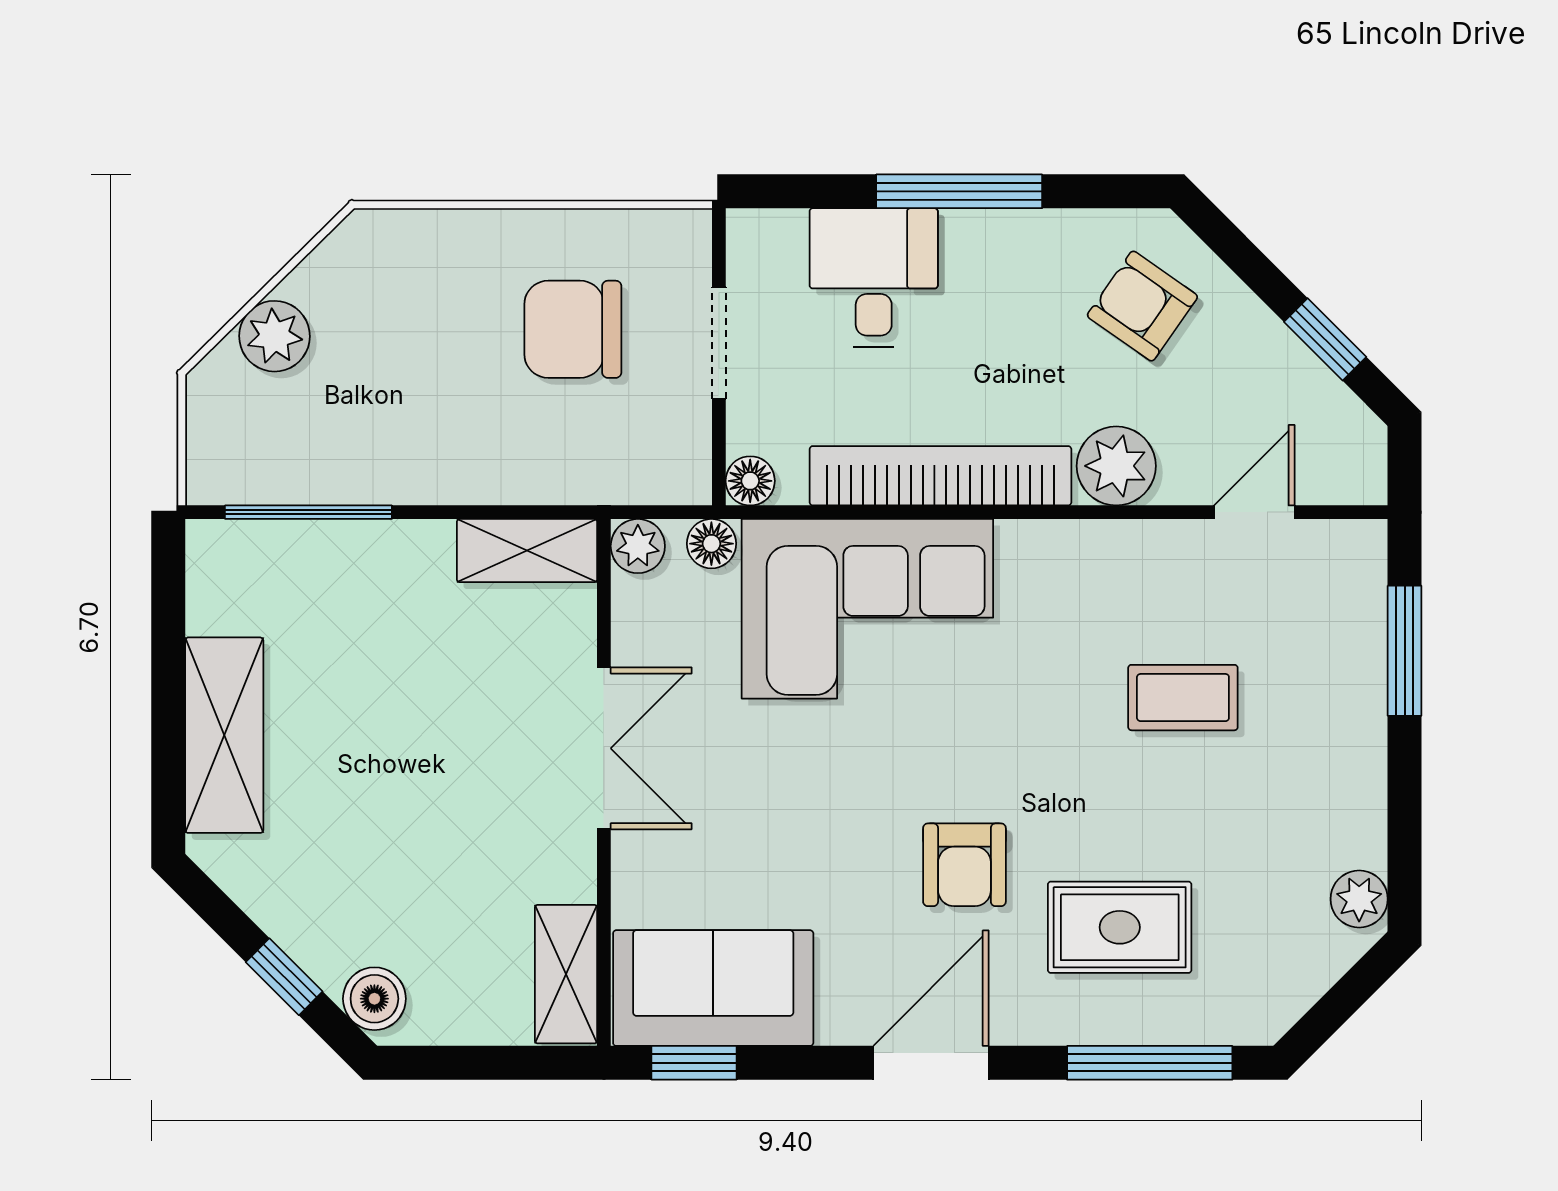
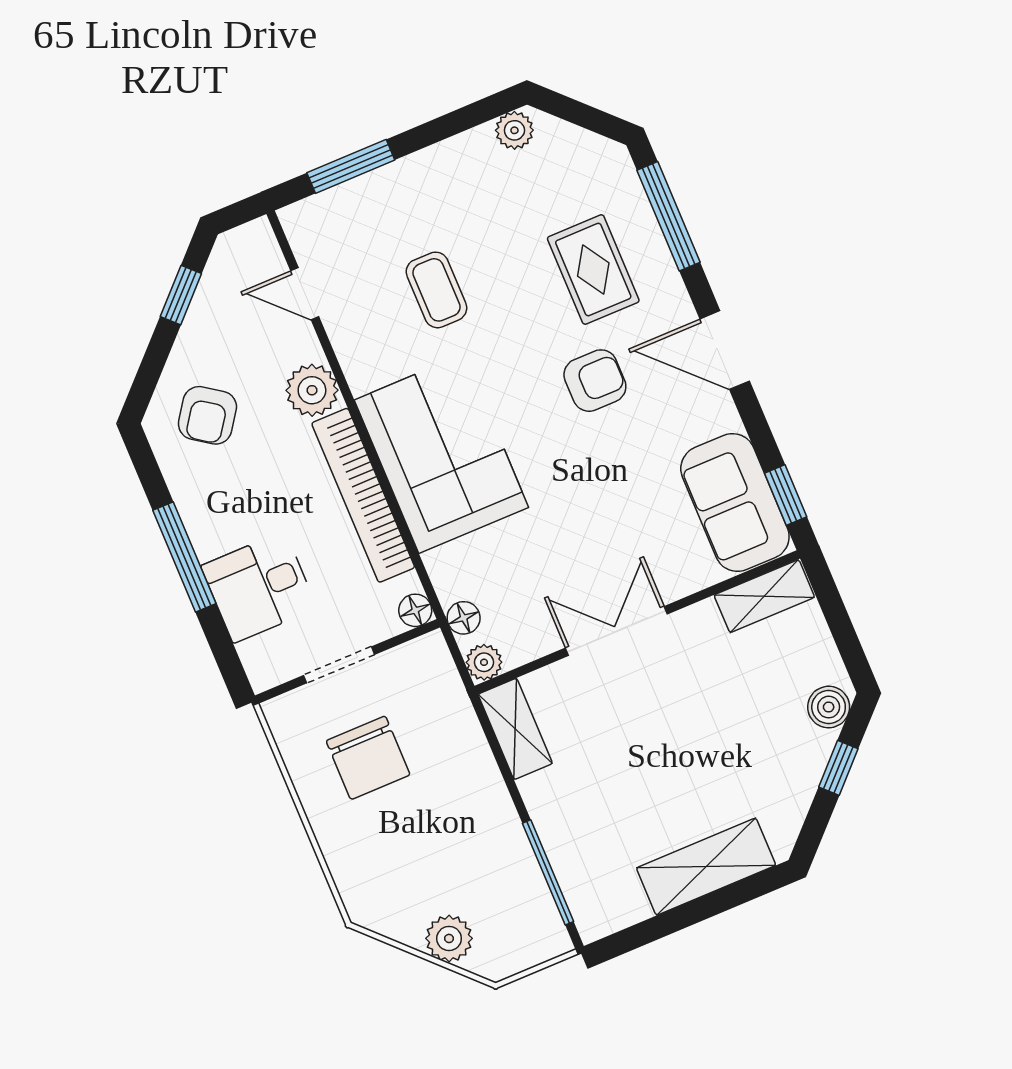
corner sofa: (867, 609) -> (441, 454), moved

